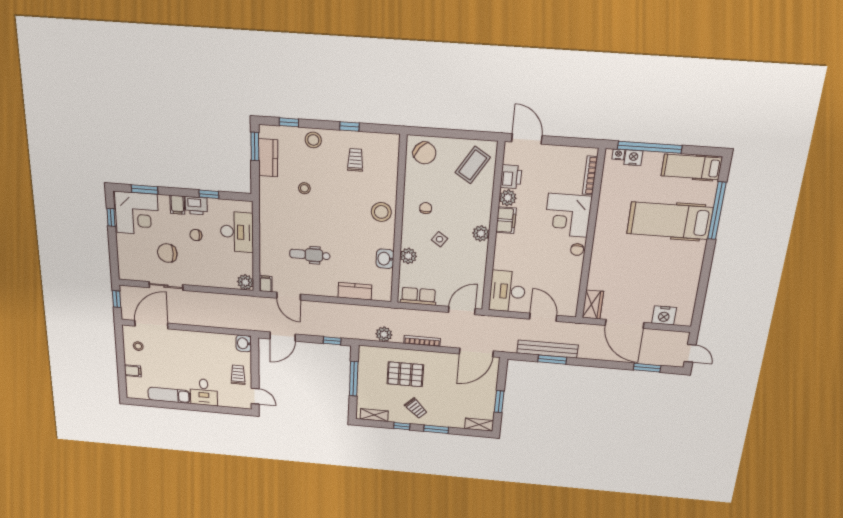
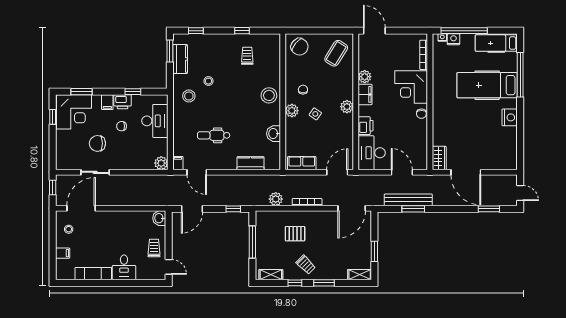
stool: (313, 140) -> (189, 96), moved
printer: (511, 177) -> (366, 126), moved
plant: (408, 256) -> (292, 111), moved
nightstand: (664, 315) -> (510, 117), moved, turned -90
pallet: (405, 374) -> (295, 234), width x0.67, depth x0.71

